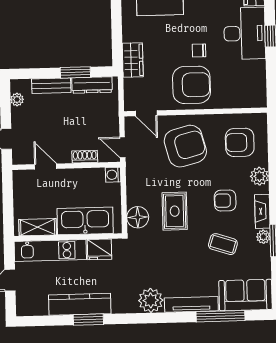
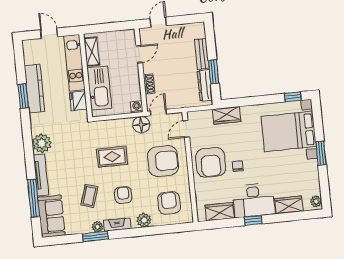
wardrobe: (256, 78) -> (220, 212), added
plant: (17, 99) -> (189, 28), removed
armchair: (185, 146) -> (163, 161), turned -75
floor lamp: (138, 217) -> (141, 125), moved

